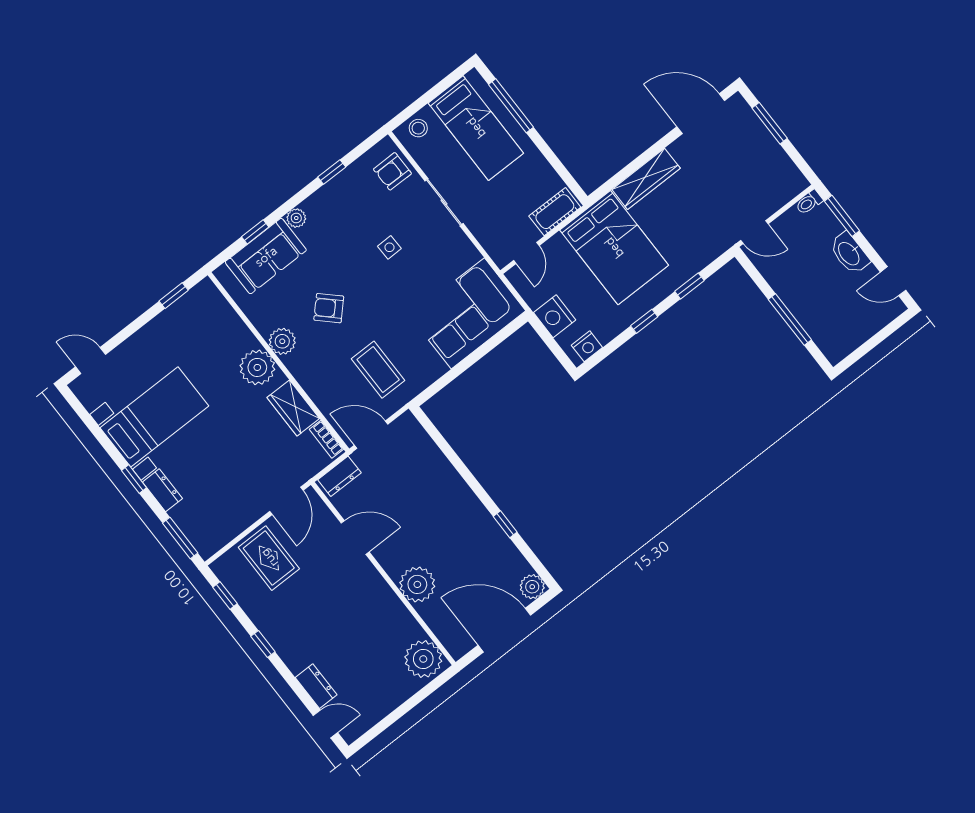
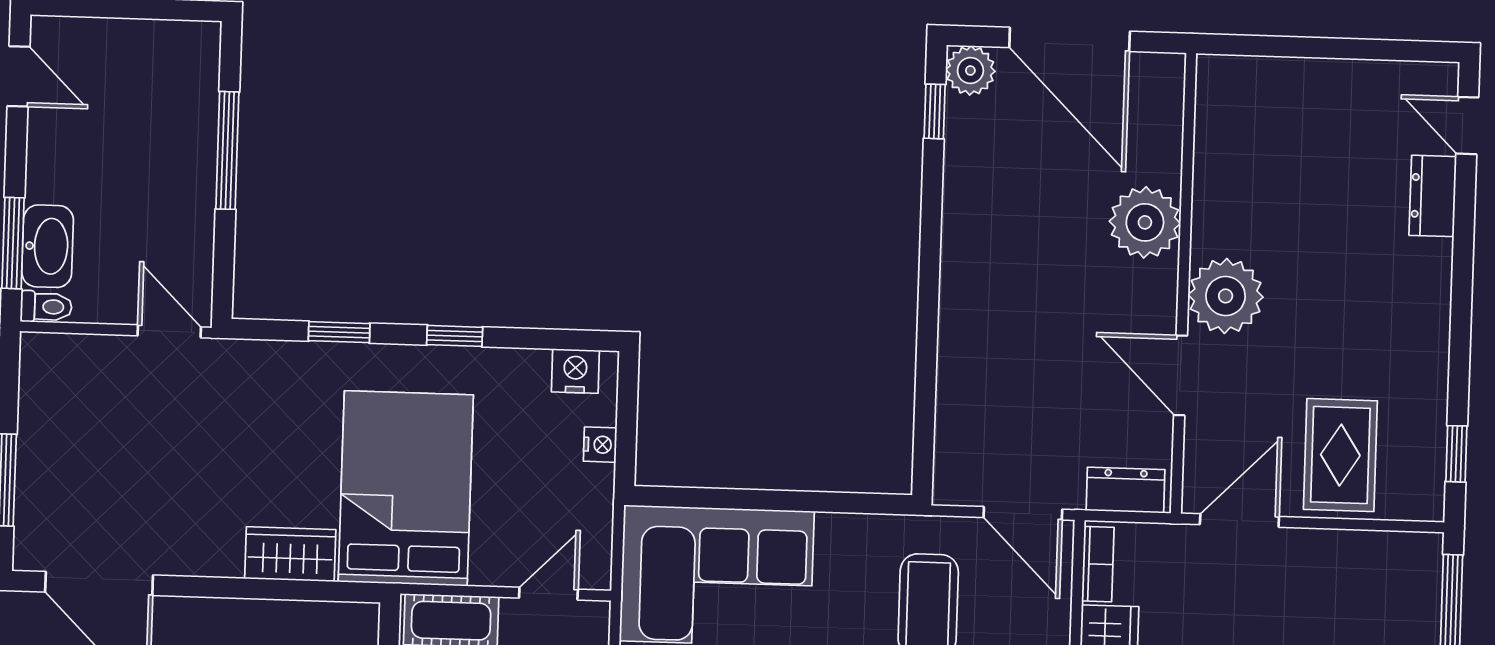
wardrobe: (646, 179) -> (290, 554), width x0.67
washbasin: (849, 253) -> (48, 246), moved
nightstand: (555, 316) -> (600, 445), width x0.53, depth x0.56
window: (505, 524) -> (935, 111), moved
window: (263, 644) -> (1461, 330), removed
plant: (423, 659) -> (1226, 296), moved

